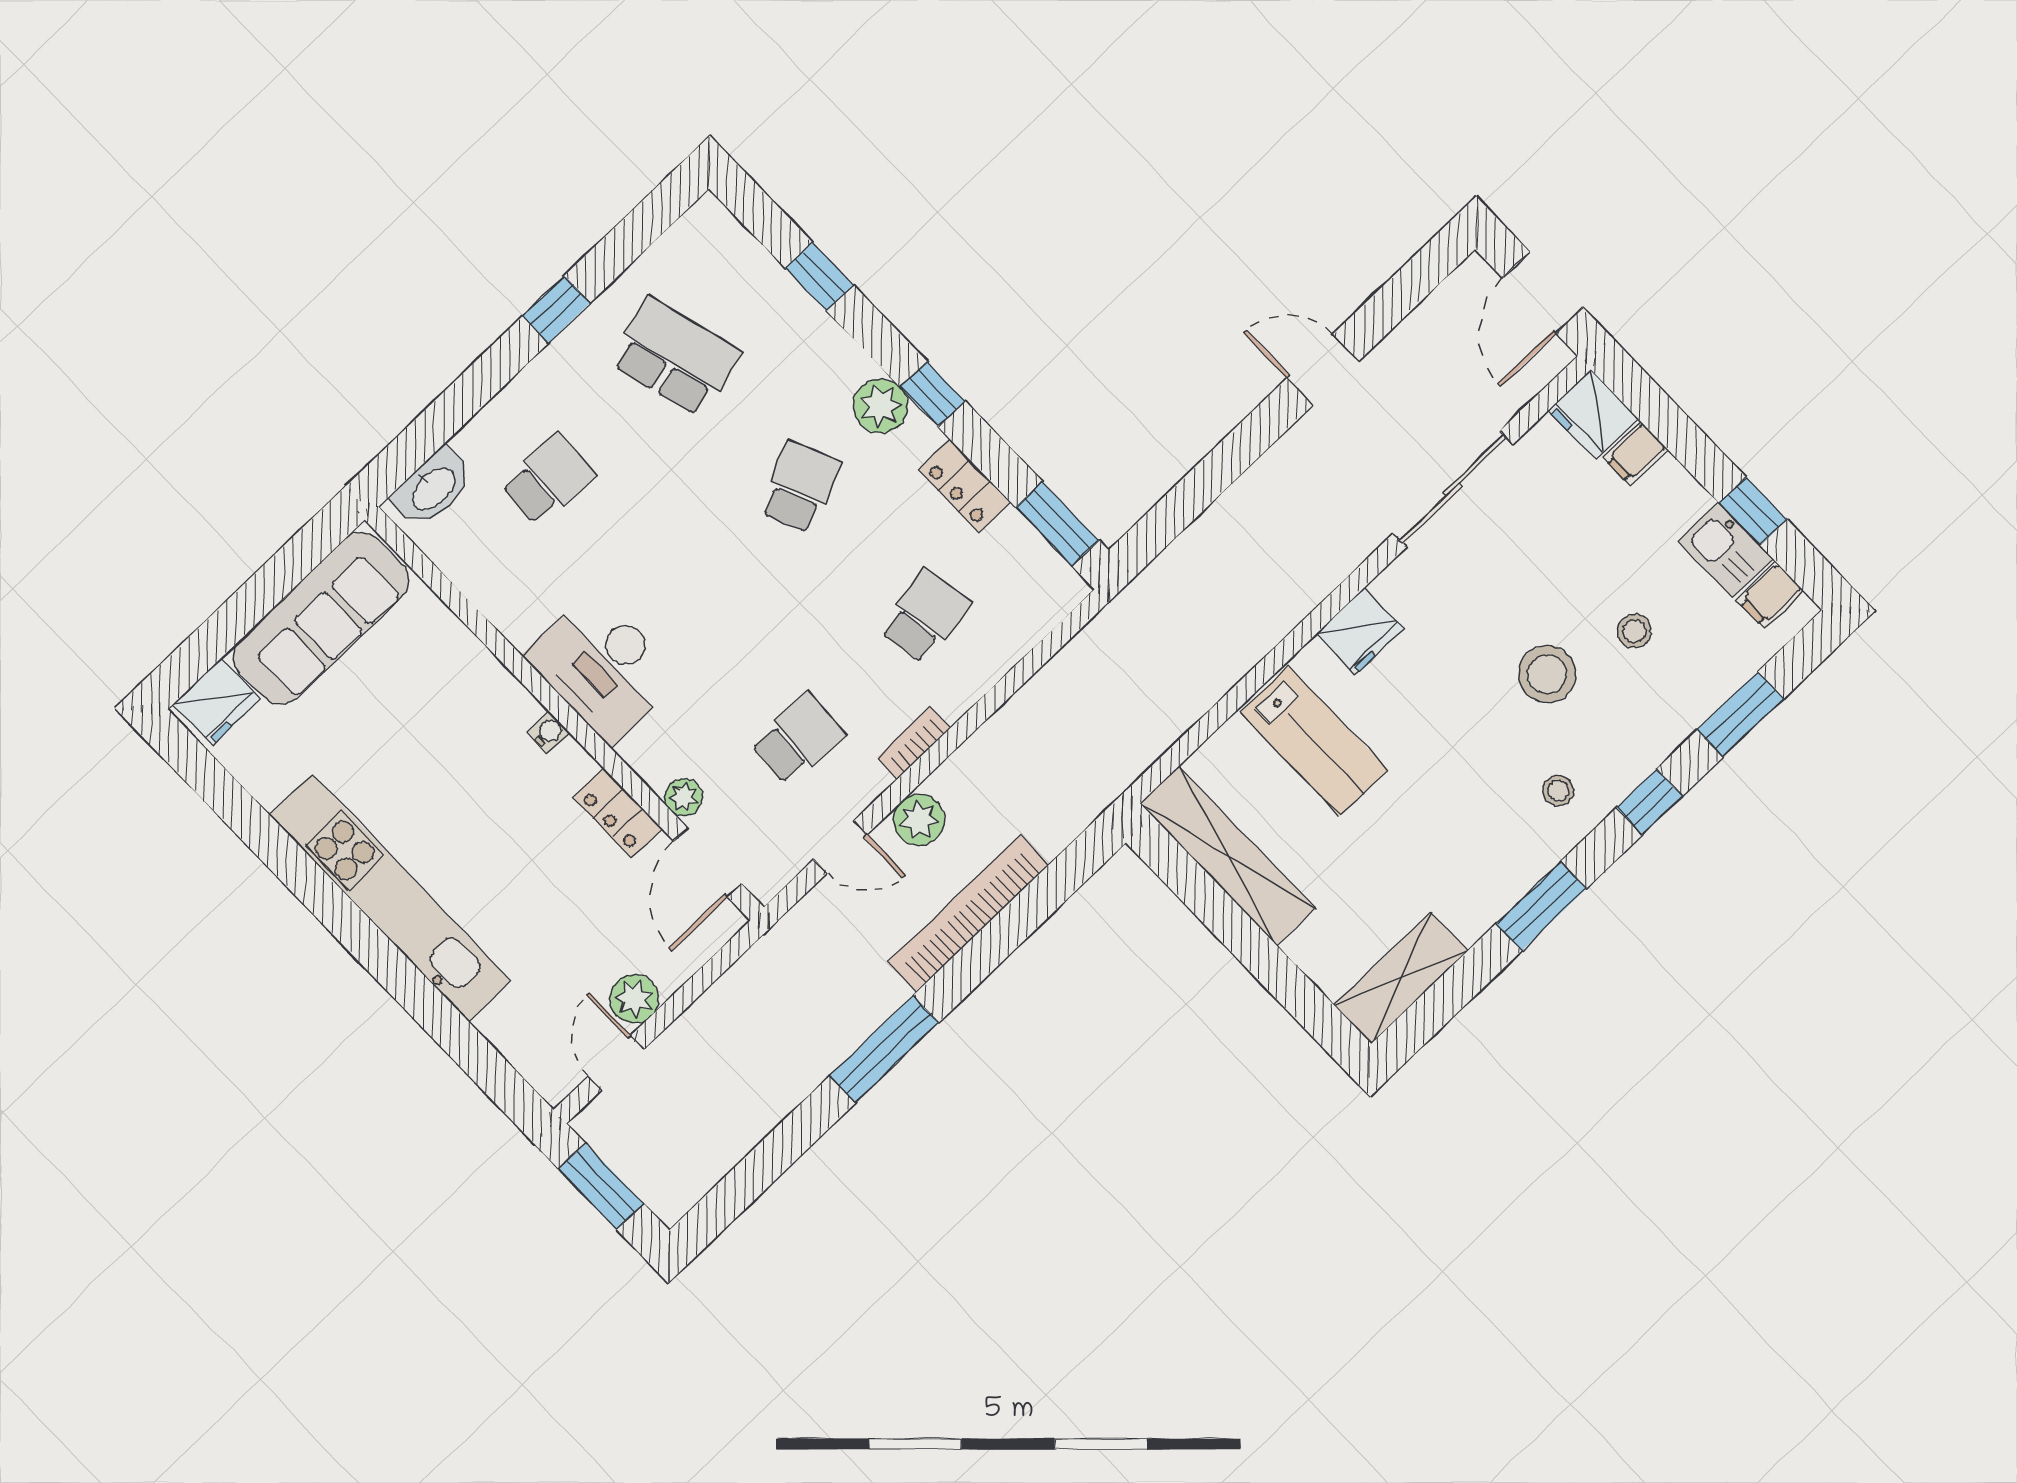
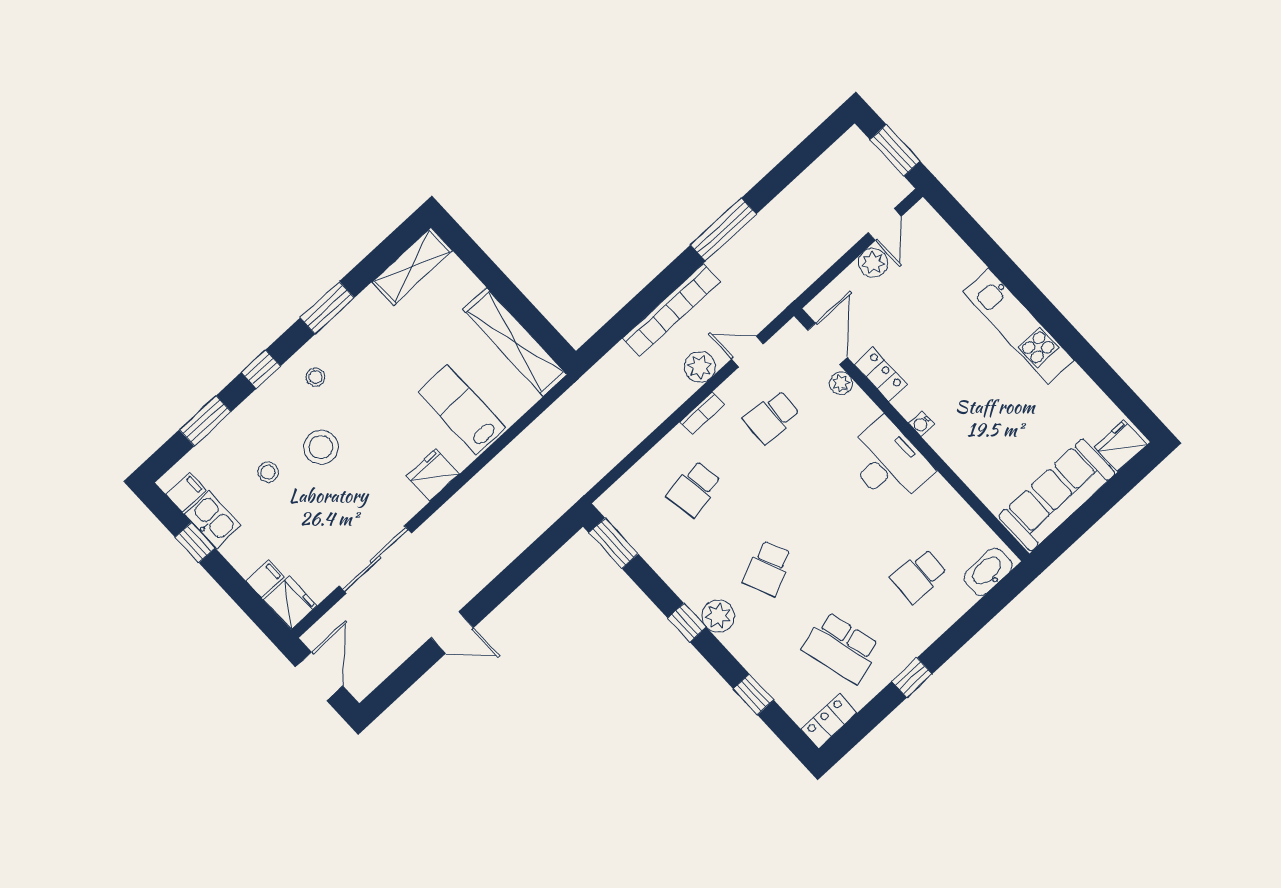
locker: (964, 486) -> (829, 721), moved, turned -90
kitchen unit: (390, 898) -> (1018, 326), width x0.73

